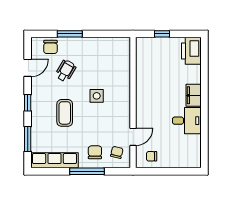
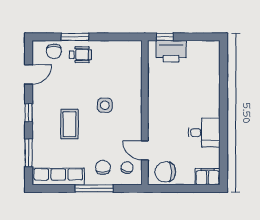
window: (162, 34) -> (165, 37), moved
printer: (191, 51) -> (171, 51), moved, turned -90
wheelchair: (66, 71) -> (80, 55), moved, turned 60
filing cabinet: (194, 95) -> (208, 177), moved, turned 90
door: (133, 137) -> (145, 150), swing flipped
chair: (152, 156) -> (165, 172), width x1.87, depth x1.87

